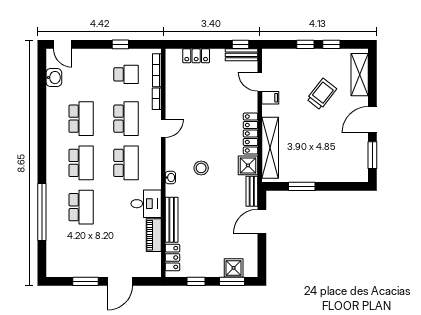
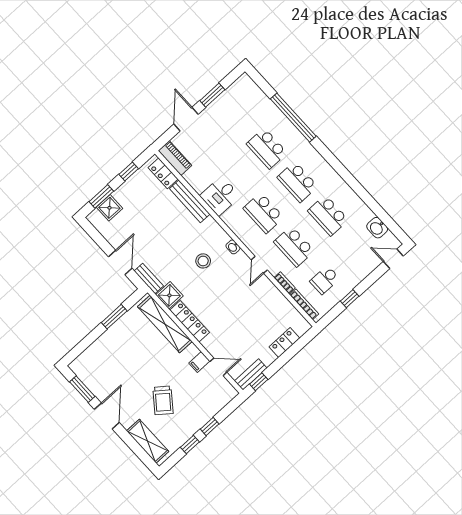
washbasin: (170, 177) -> (233, 247), moved
piano: (154, 235) -> (175, 158), moved

